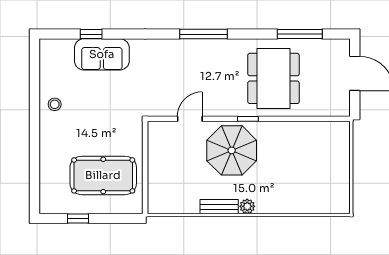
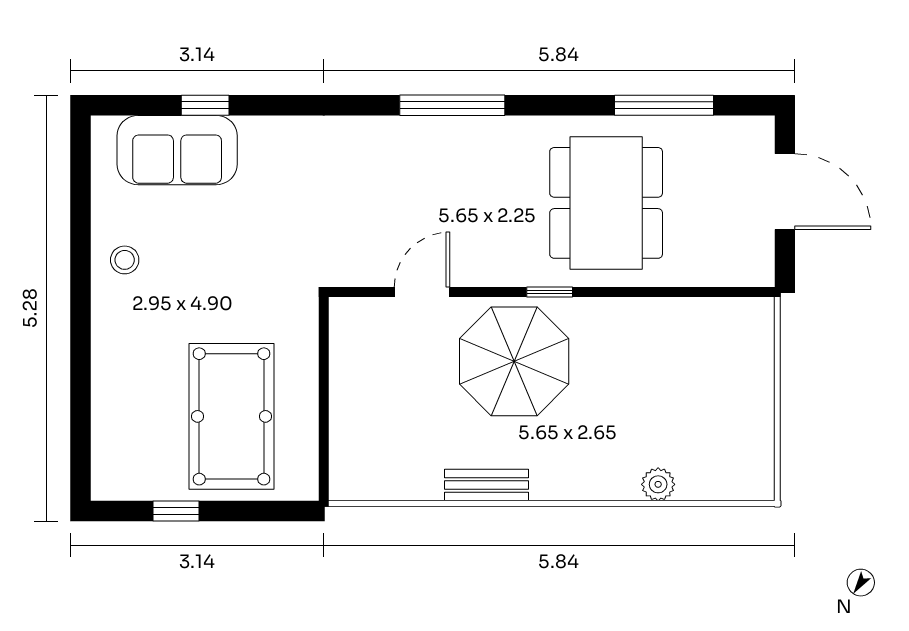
sofa: (102, 54) -> (177, 150), moved
pool table: (103, 175) -> (232, 416), turned 90
plant: (247, 206) -> (658, 484), moved

